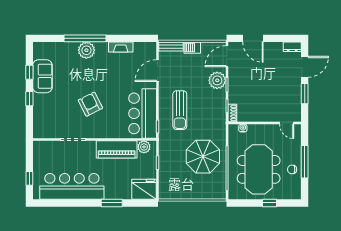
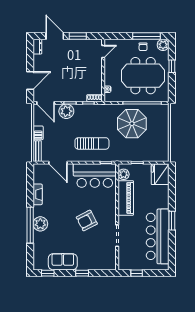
window: (29, 72) -> (48, 273), moved
window: (305, 162) -> (147, 36), moved
window: (29, 178) -> (137, 273), moved
plant: (294, 193) -> (163, 45), added
window: (112, 203) -> (172, 221), moved

